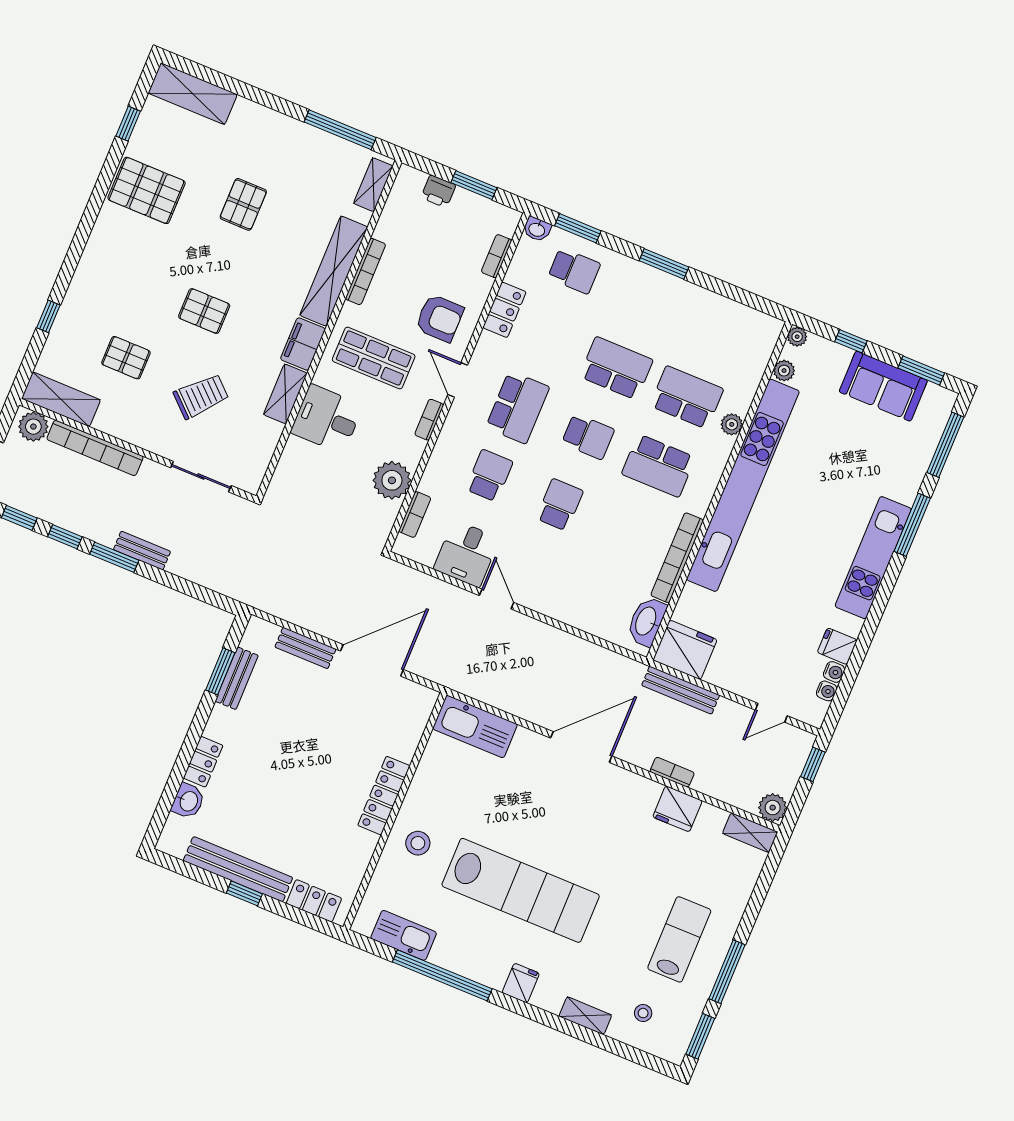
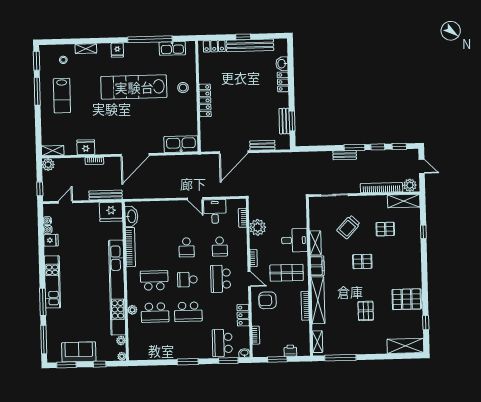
school desk: (574, 271) -> (222, 343), width x1.85

